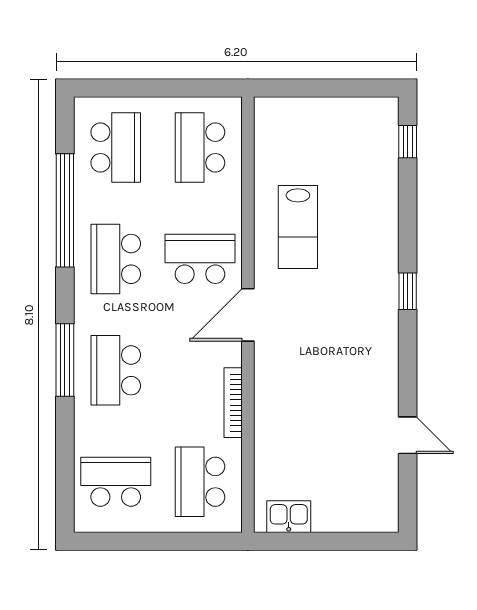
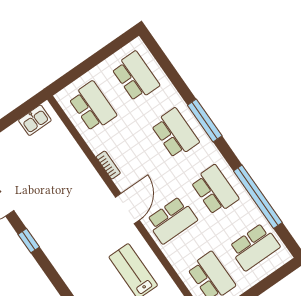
school desk: (116, 147) -> (254, 247), turned -90
window: (408, 291) -> (29, 241), moved
bookcase: (233, 403) -> (108, 165), width x0.64
school desk: (116, 482) -> (135, 76), turned -90

